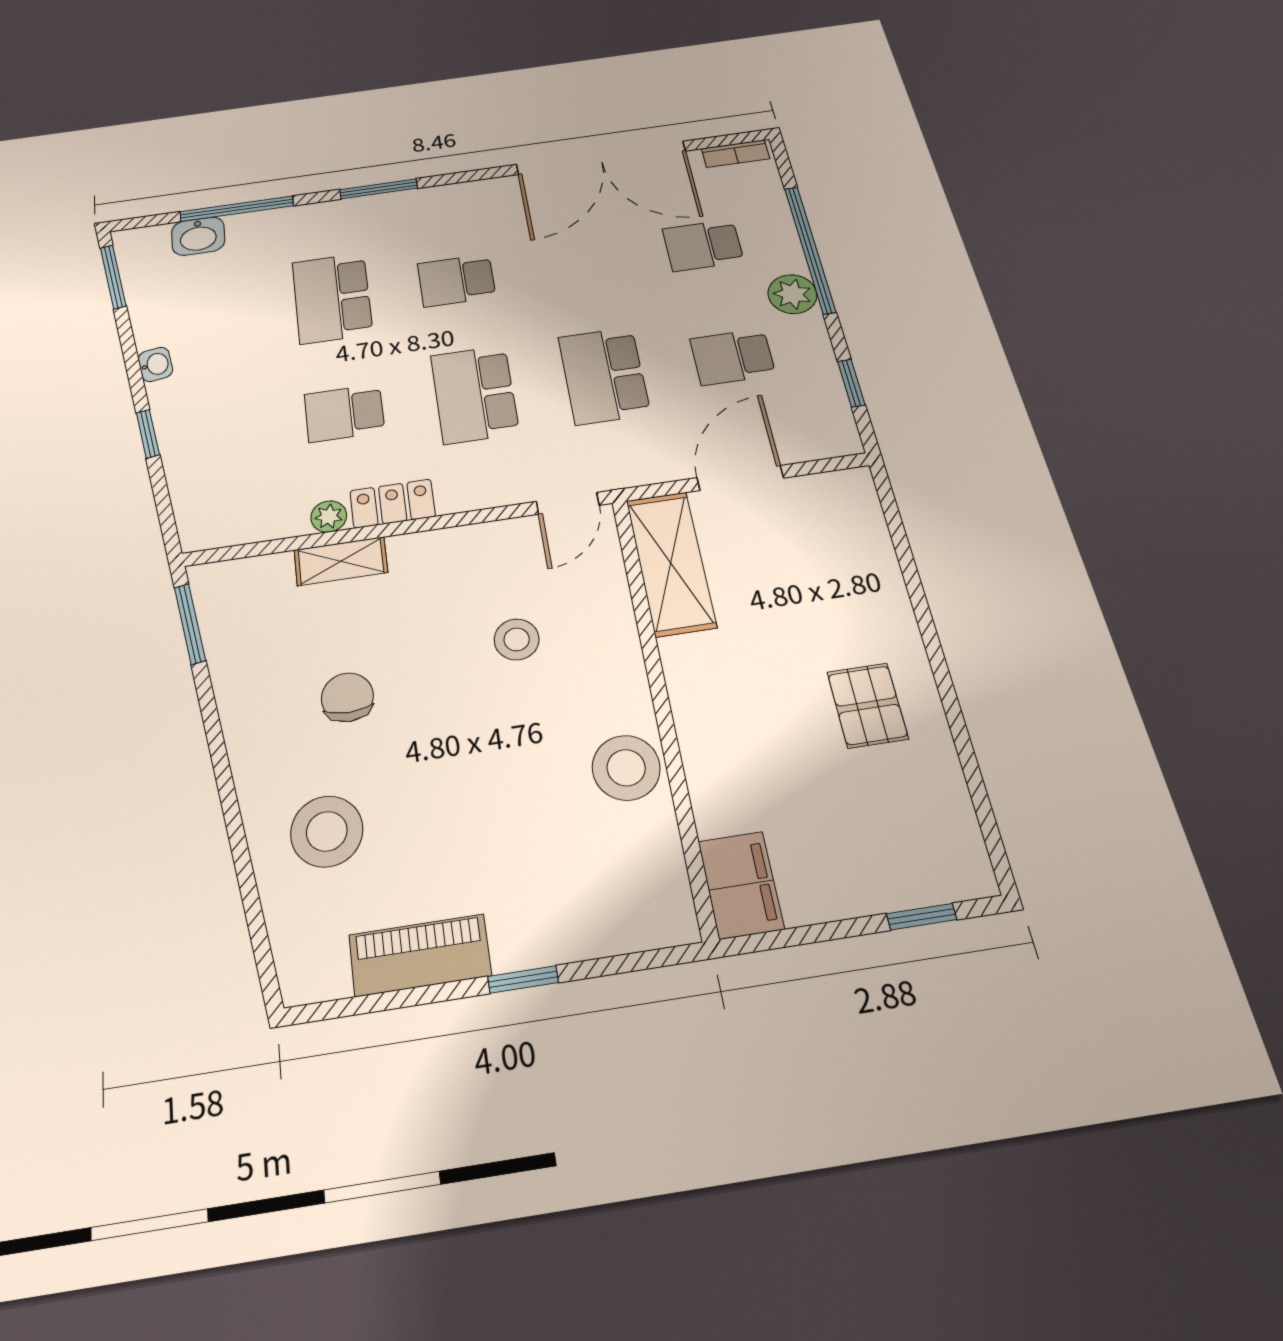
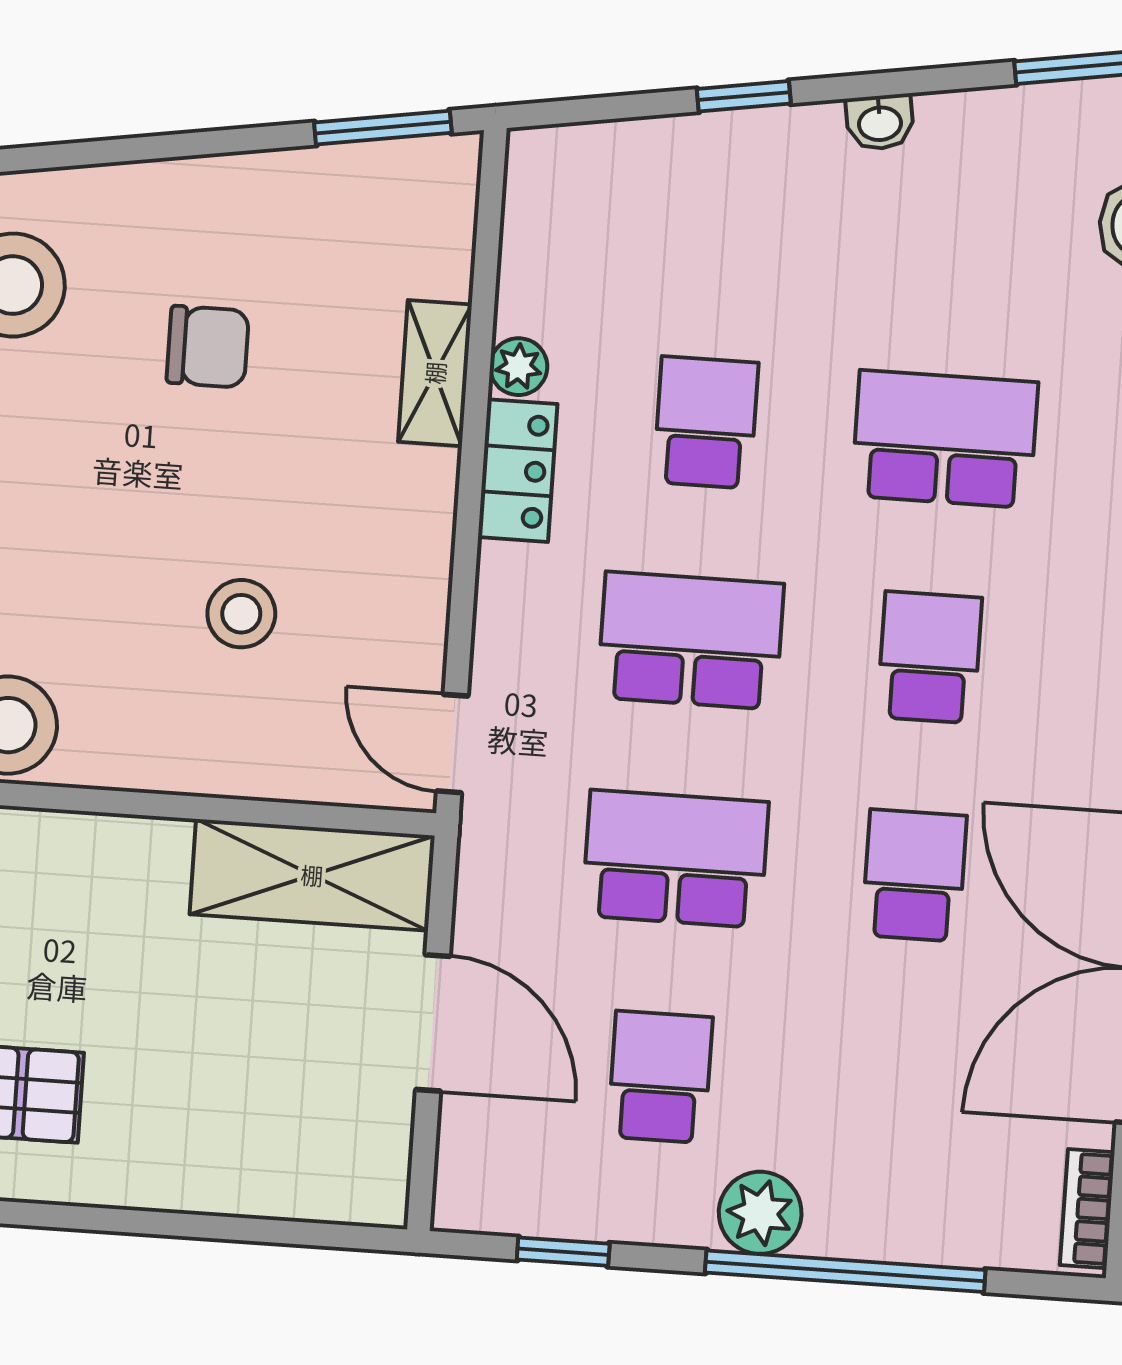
school desk: (703, 245) -> (914, 876), moved

